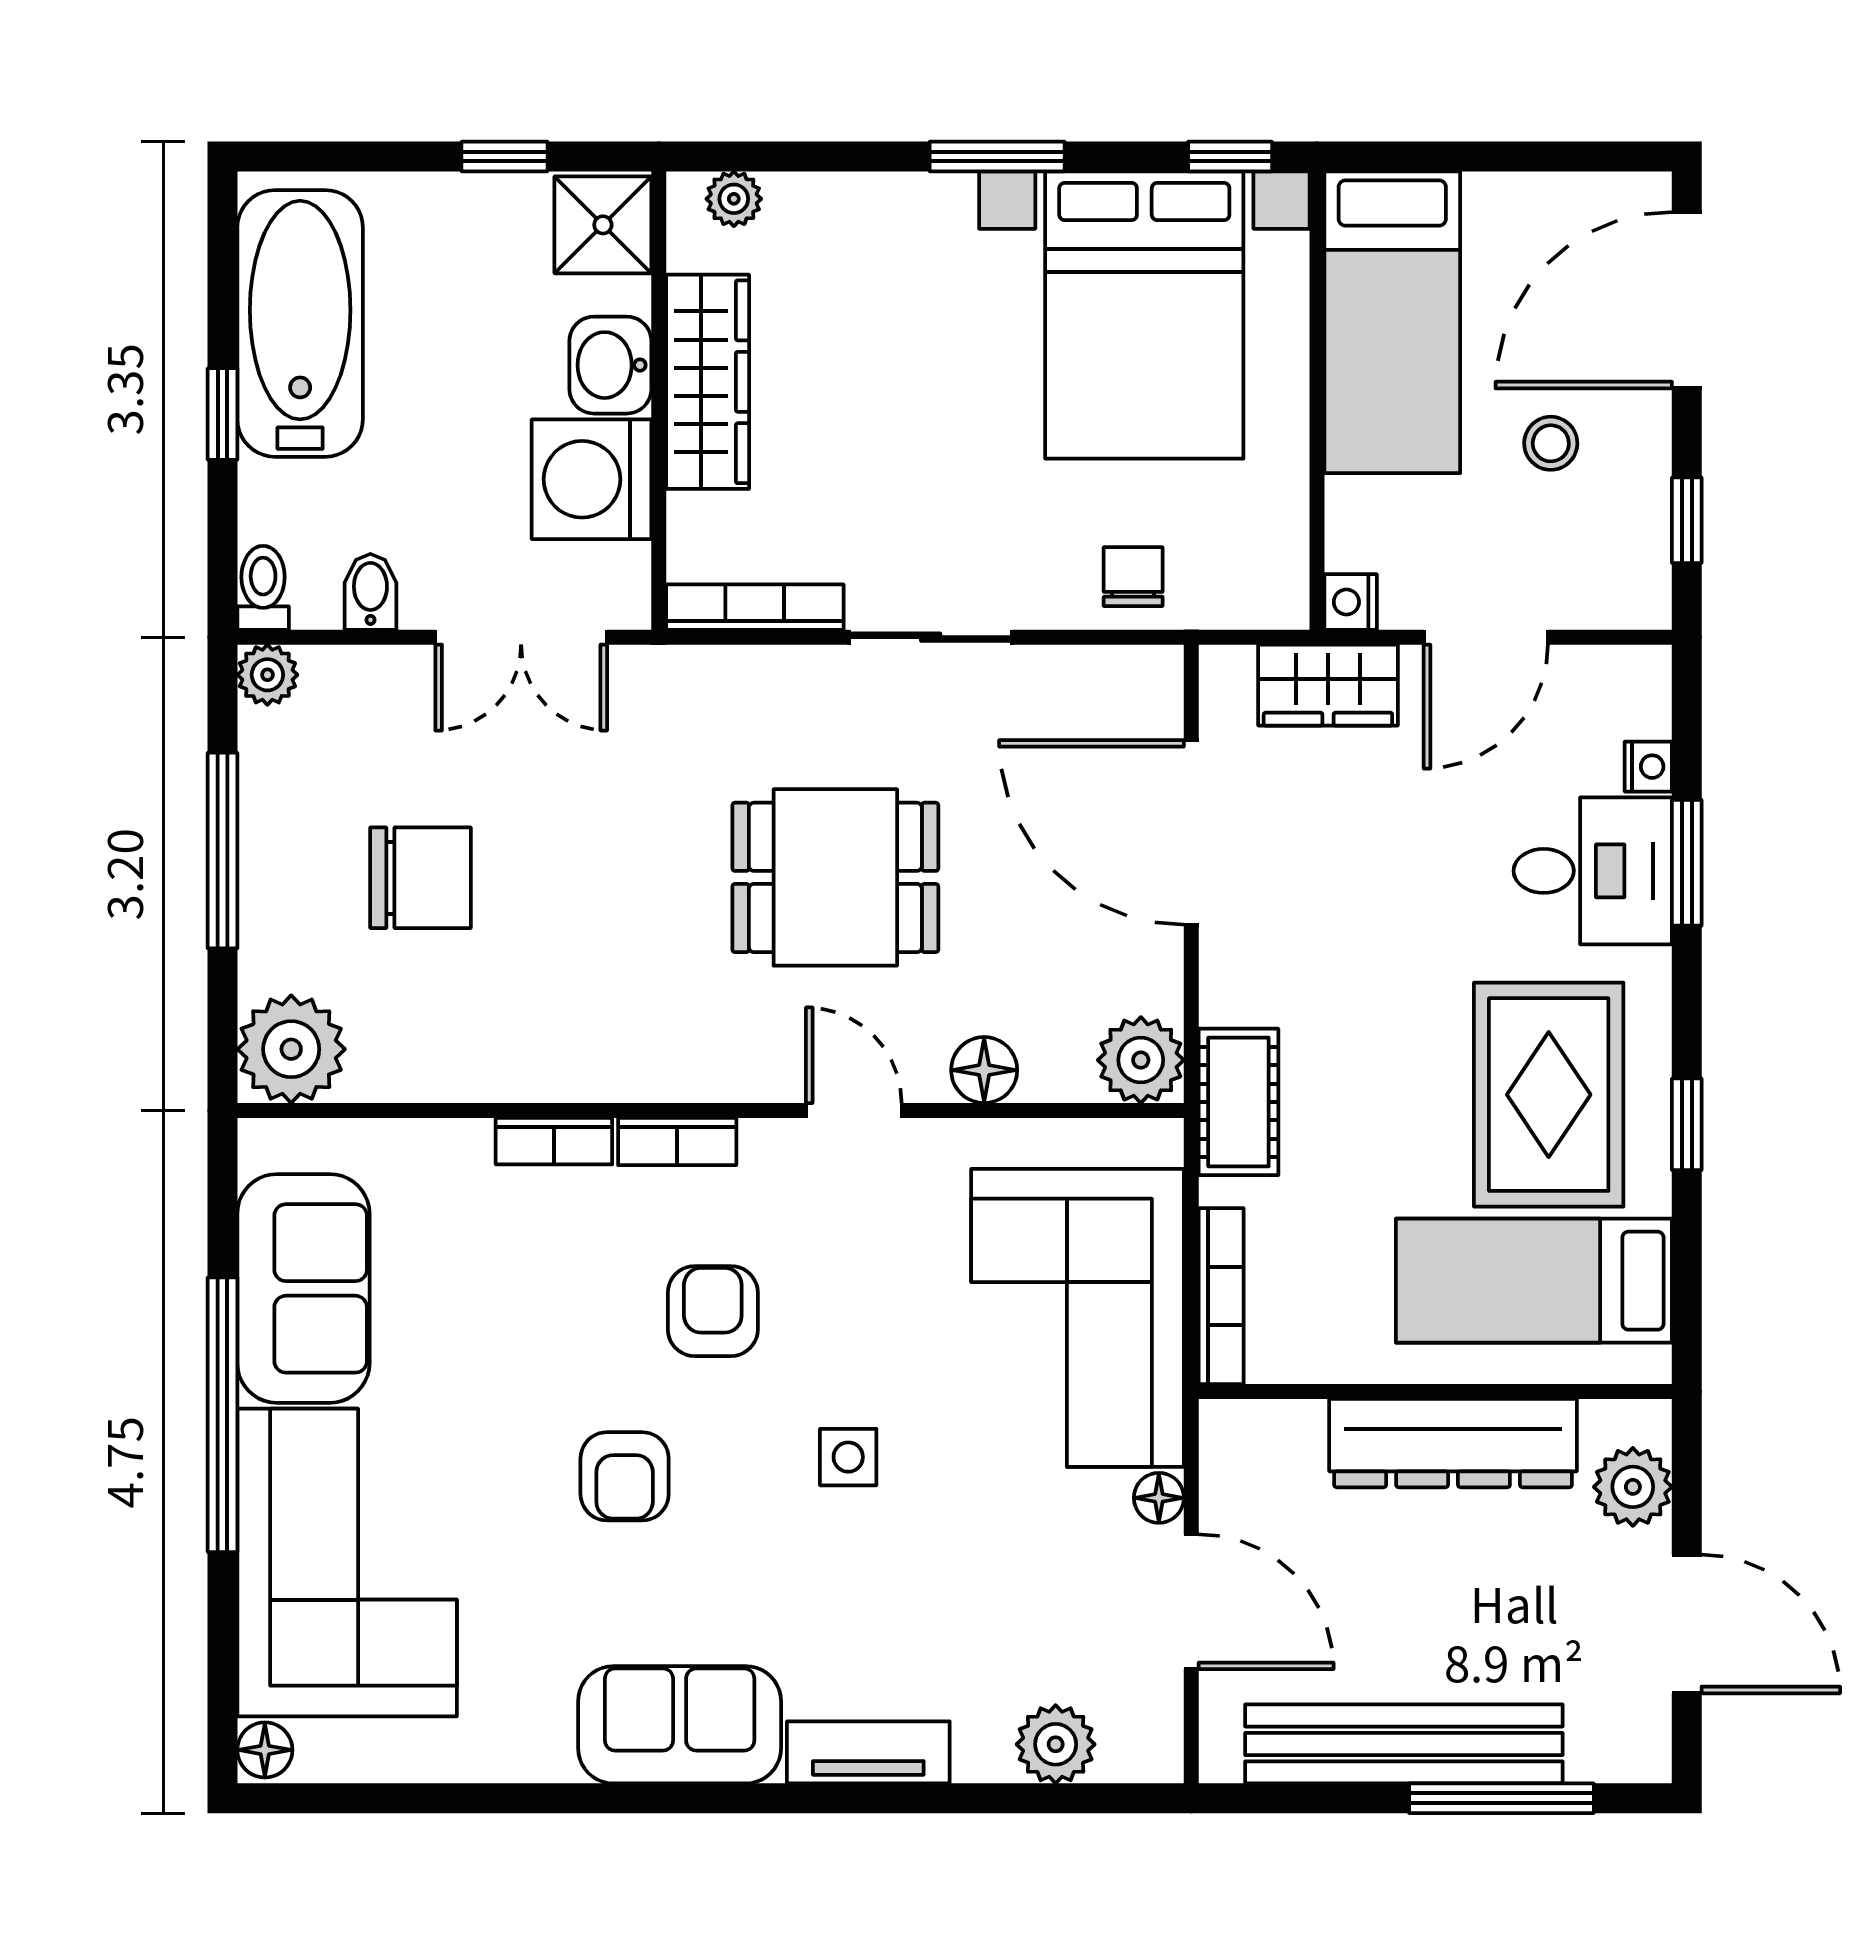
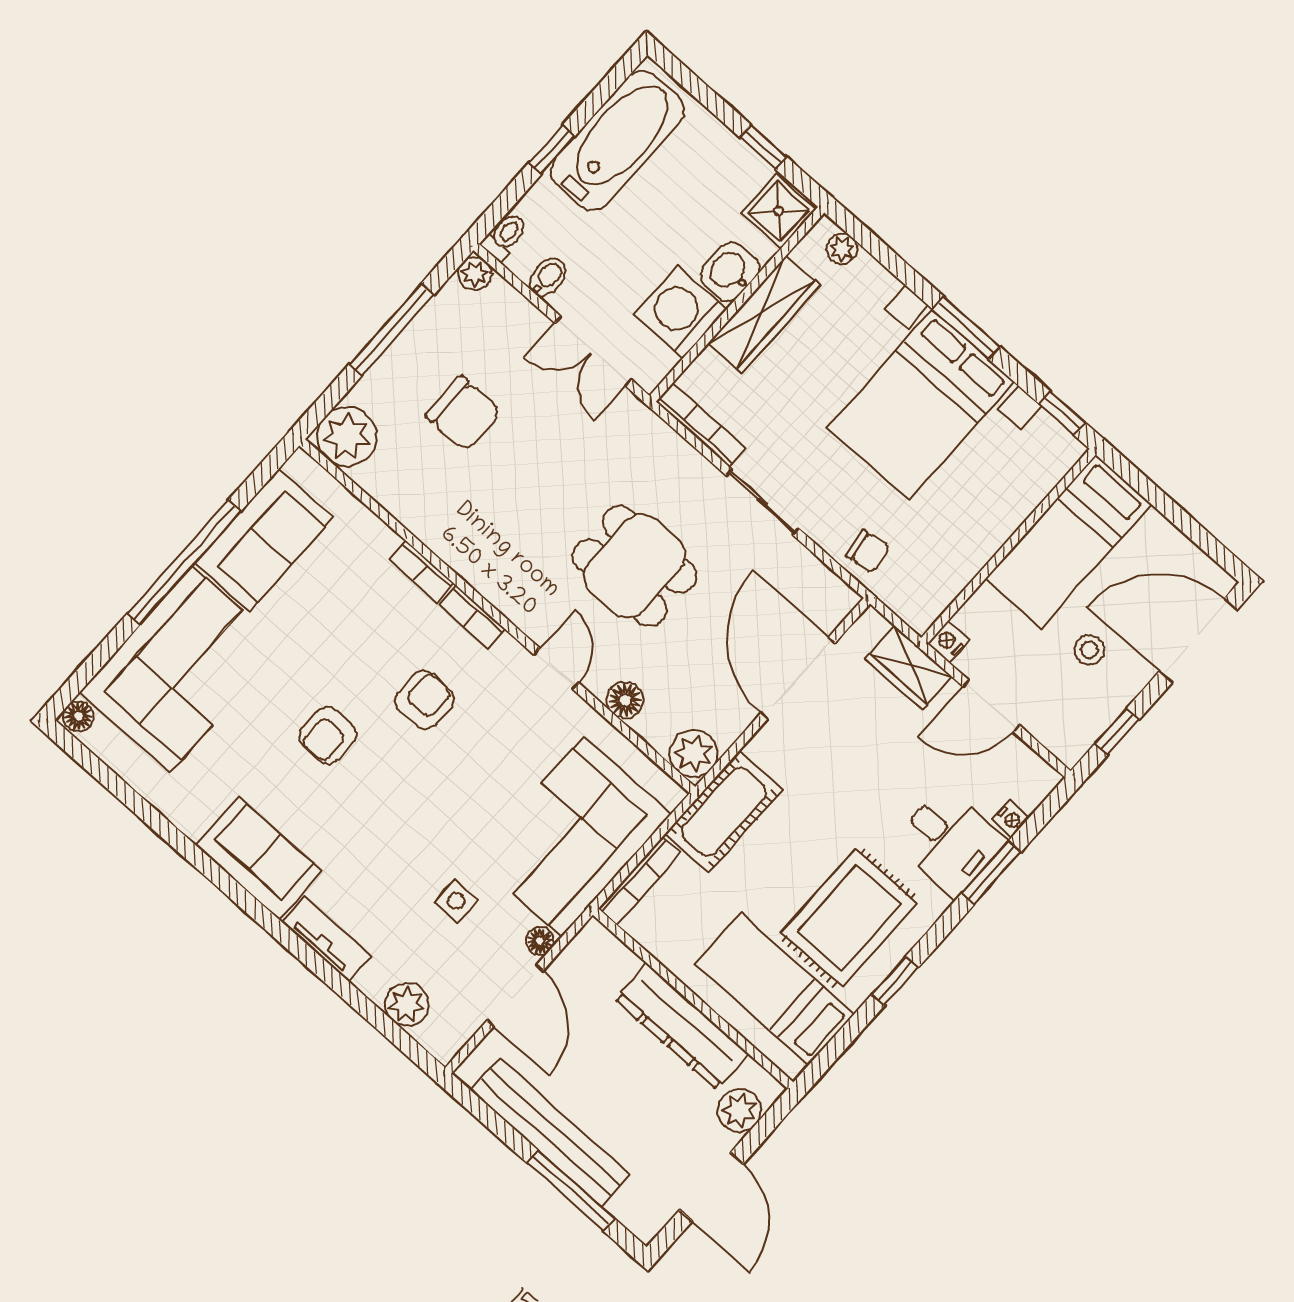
bed with nightstands: (1144, 315) -> (921, 405), moved
chair: (1133, 577) -> (868, 551), turned 80
cot: (1238, 1102) -> (724, 812), width x1.37, depth x1.34
side table: (848, 1457) -> (456, 901), moved

